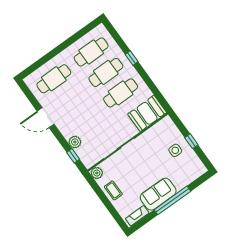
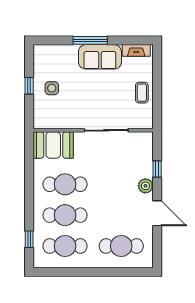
window: (132, 58) -> (29, 239), moved
plant: (75, 142) -> (145, 186), moved
window: (73, 156) -> (157, 169), moved
plant: (97, 173) -> (146, 122), removed
window: (172, 200) -> (90, 40), width x0.68

